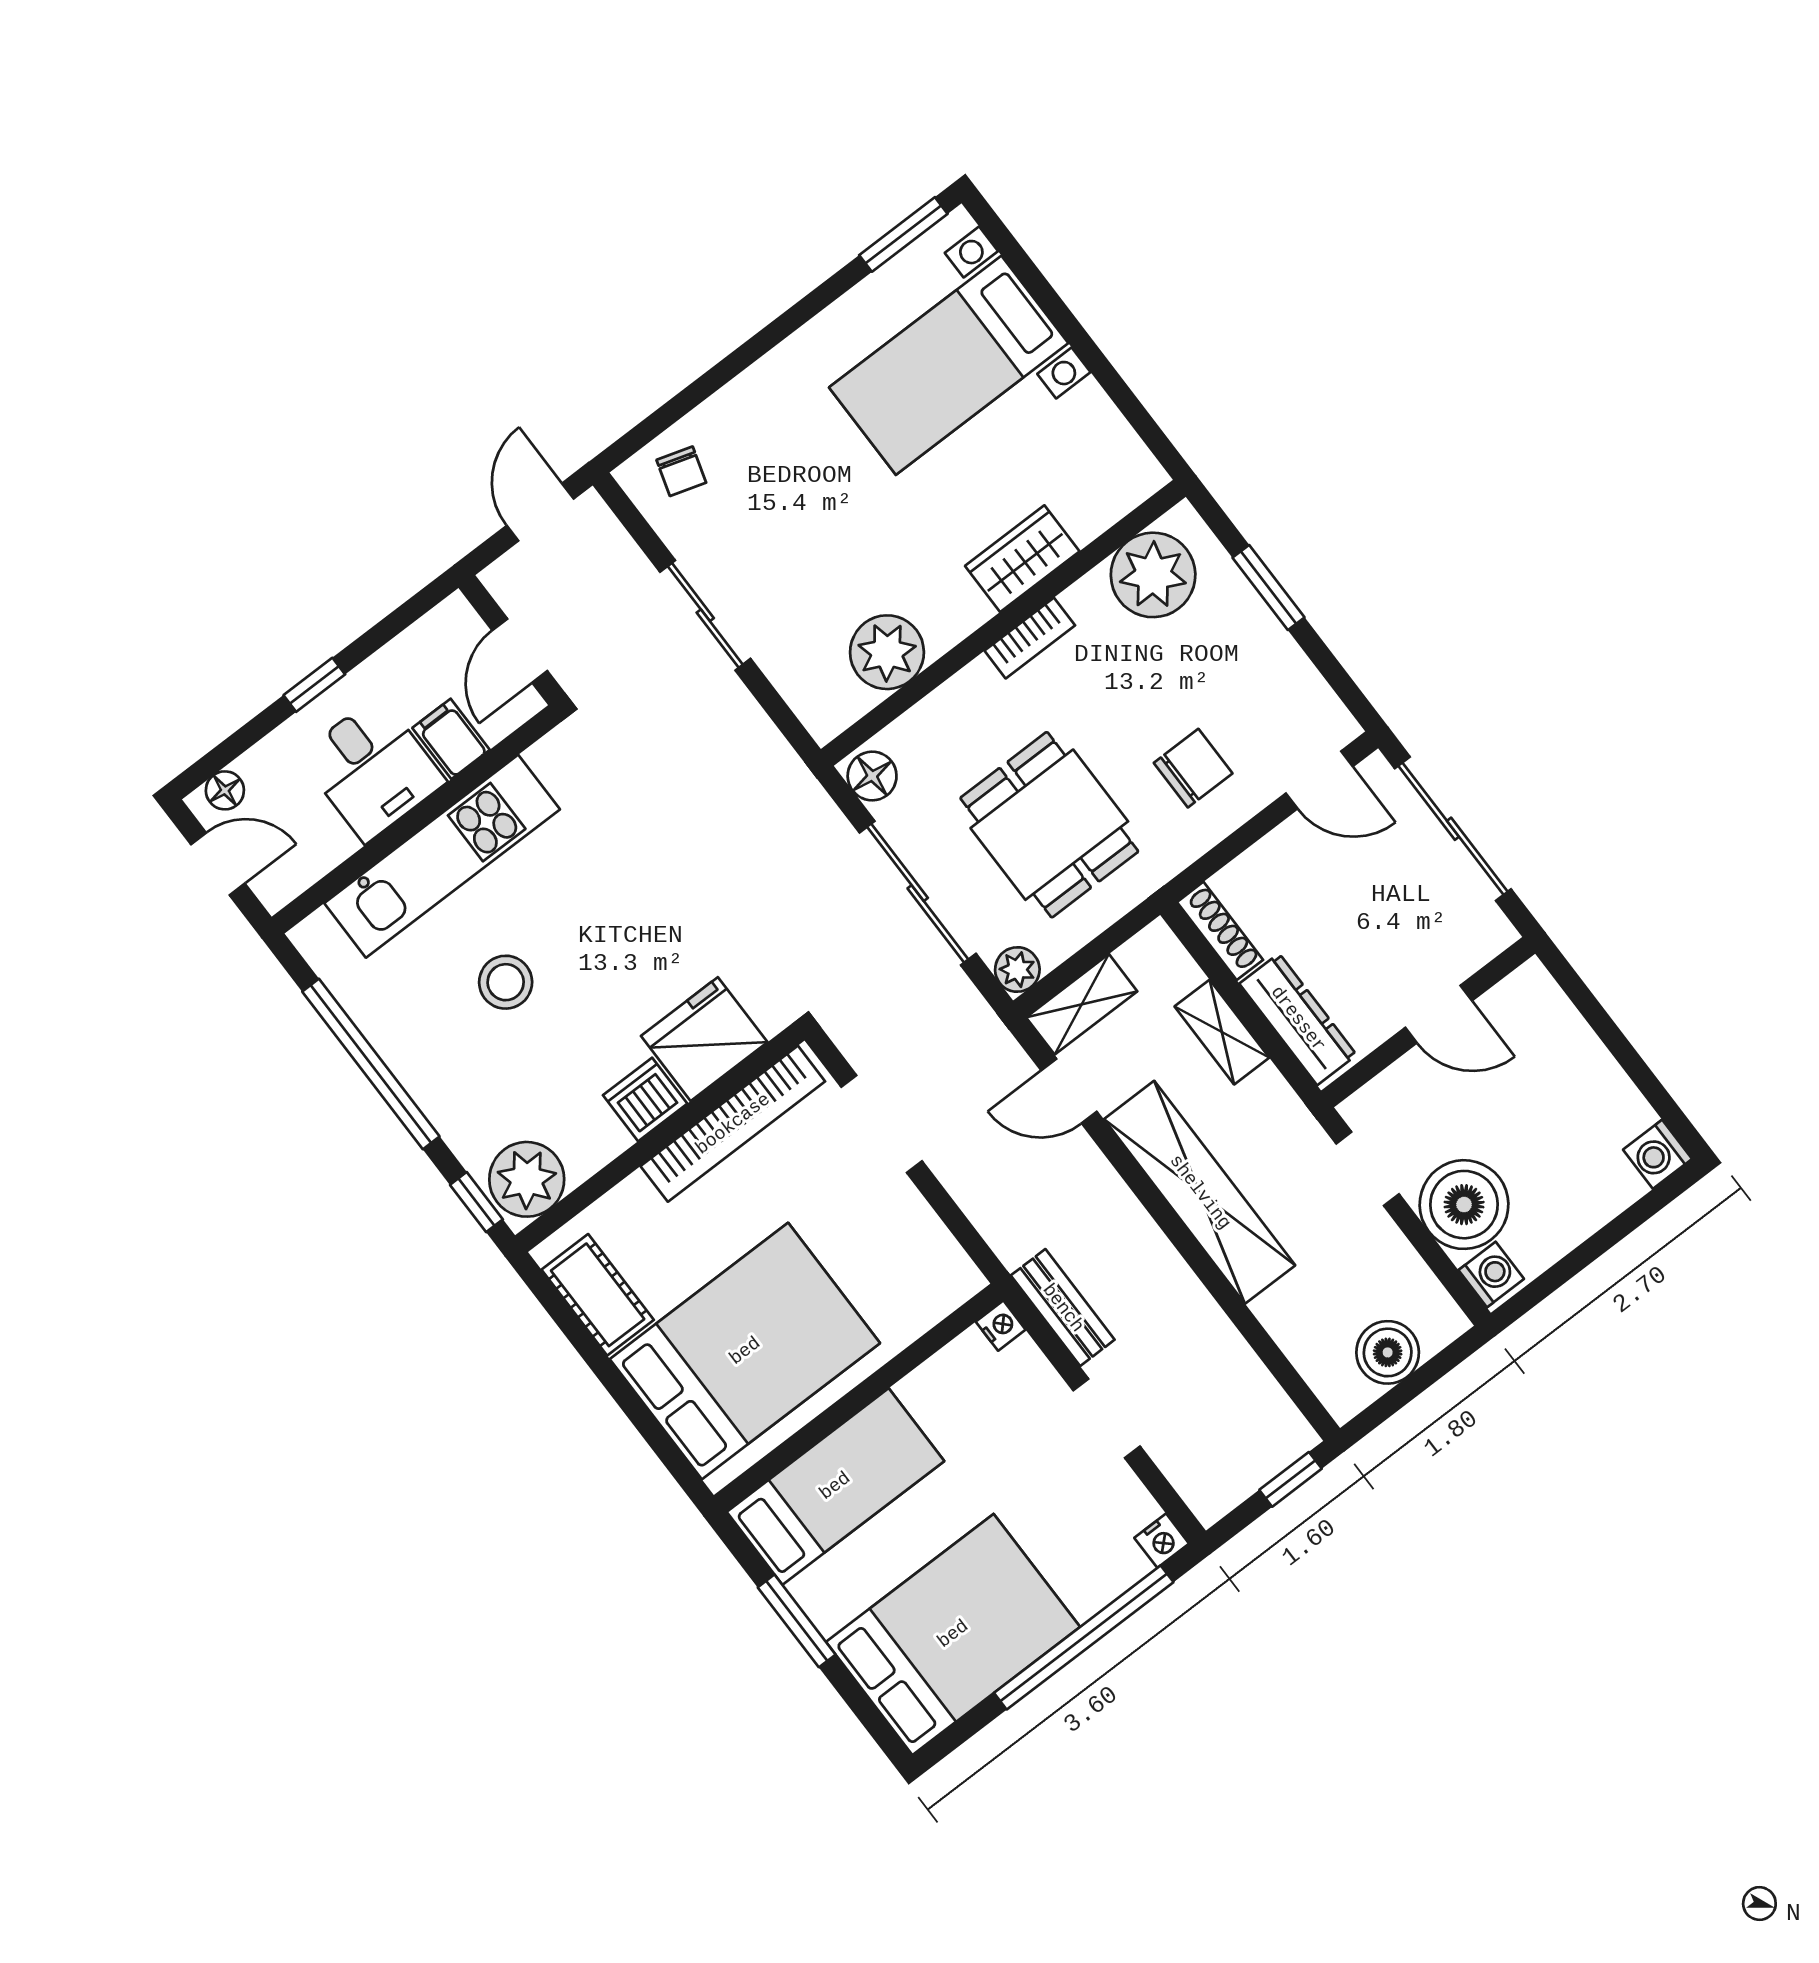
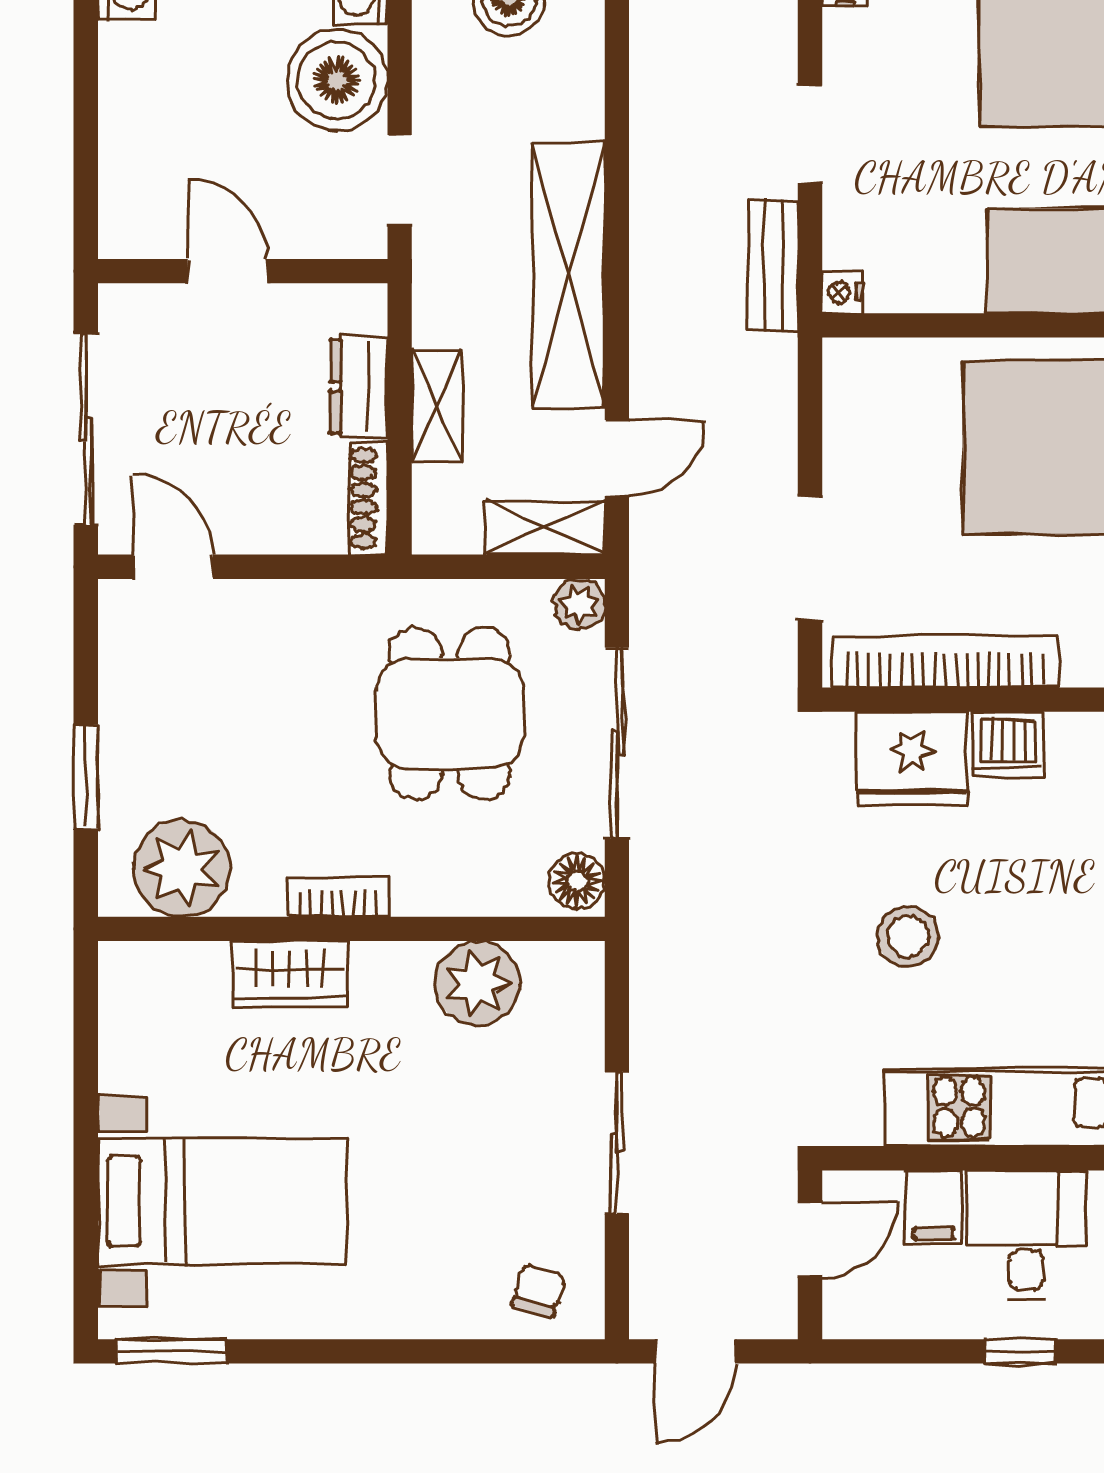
chair: (1193, 768) -> (280, 665), removed
stool: (506, 982) -> (908, 936), moved
dresser: (1298, 1019) -> (359, 386), width x0.70
door: (1069, 1091) -> (617, 458), hinge flipped

